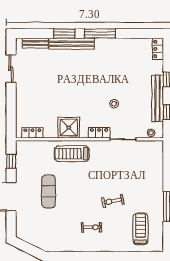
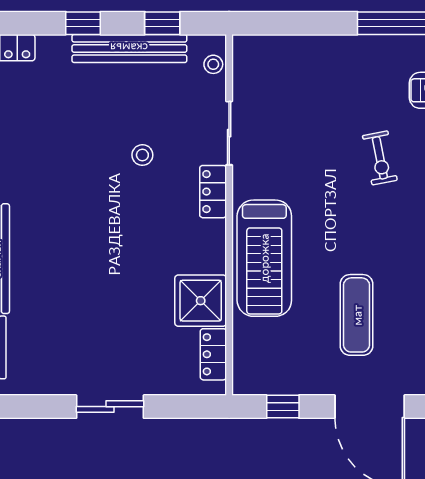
sliding door: (11, 69) -> (110, 407), moved
shower: (69, 128) -> (201, 301), moved
treadmill: (72, 154) -> (264, 258), width x1.37, depth x1.38
exercise mat: (49, 191) -> (357, 315), turned 90

